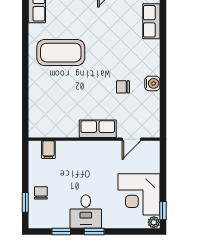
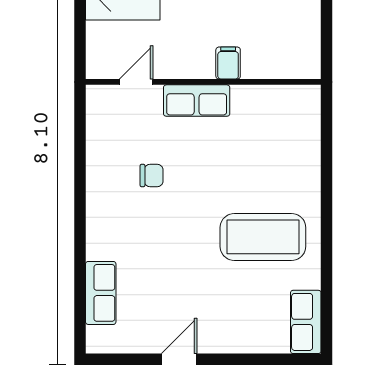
water cooler: (152, 83) -> (99, 182), removed
filing cabinet: (48, 150) -> (228, 63), moved

